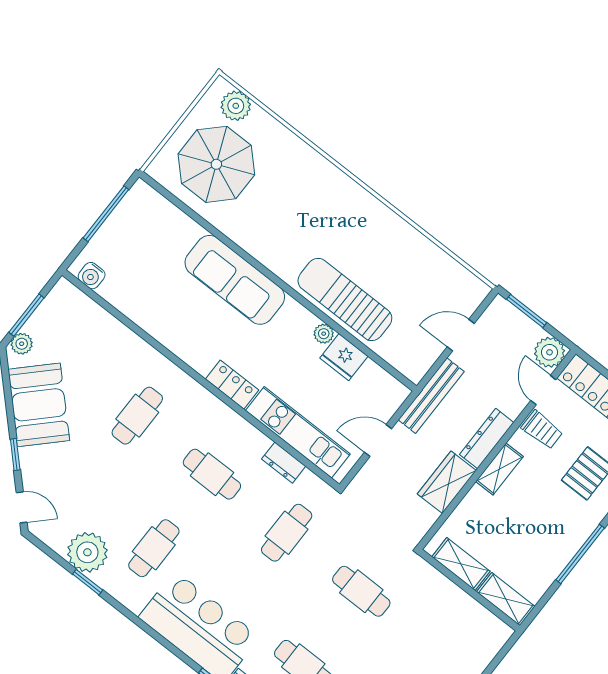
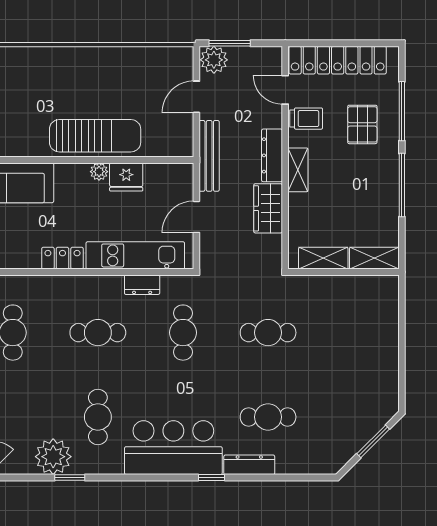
sun lounger: (345, 299) -> (95, 136), turned 180
plant: (550, 352) -> (214, 60), moved

